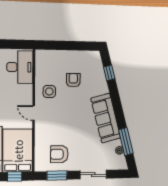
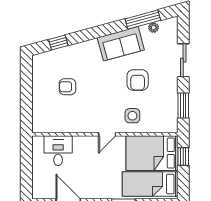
desk: (20, 67) -> (58, 151), width x0.73
side table: (49, 91) -> (132, 116), moved
sofa: (106, 118) -> (121, 44), width x0.73
armchair: (59, 154) -> (138, 80), moved

